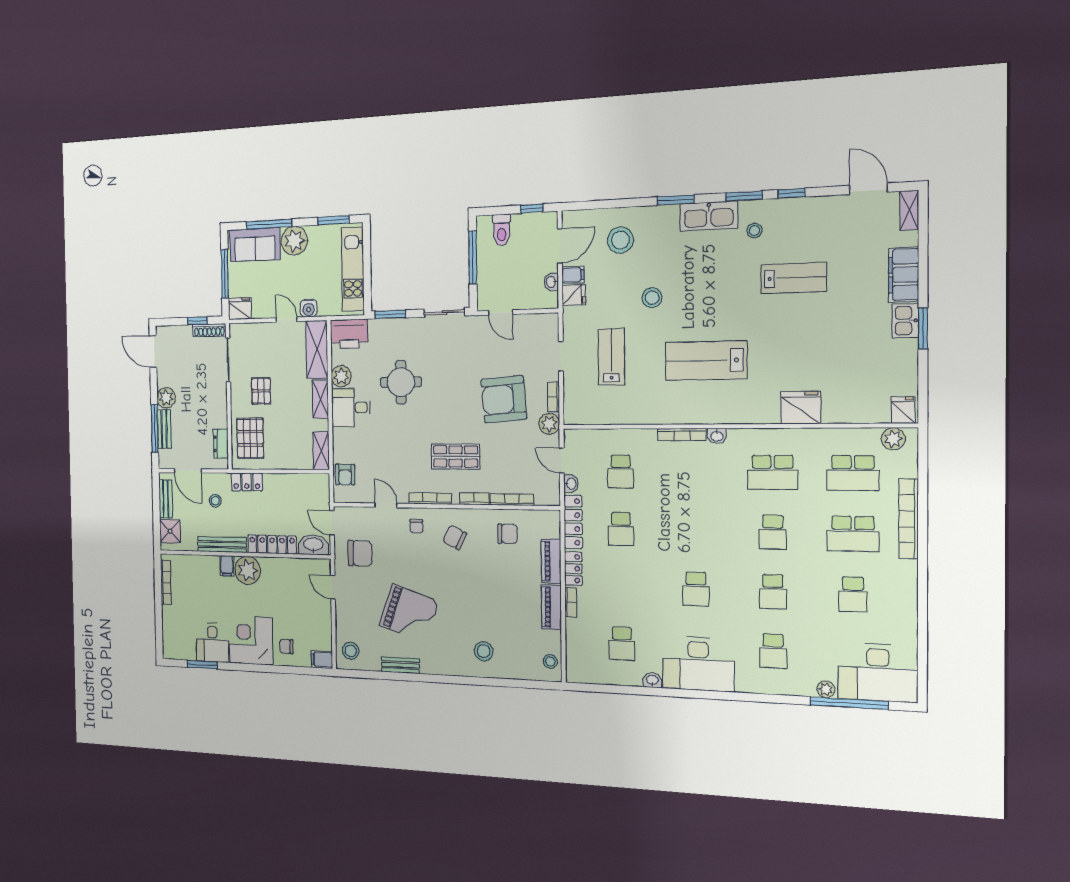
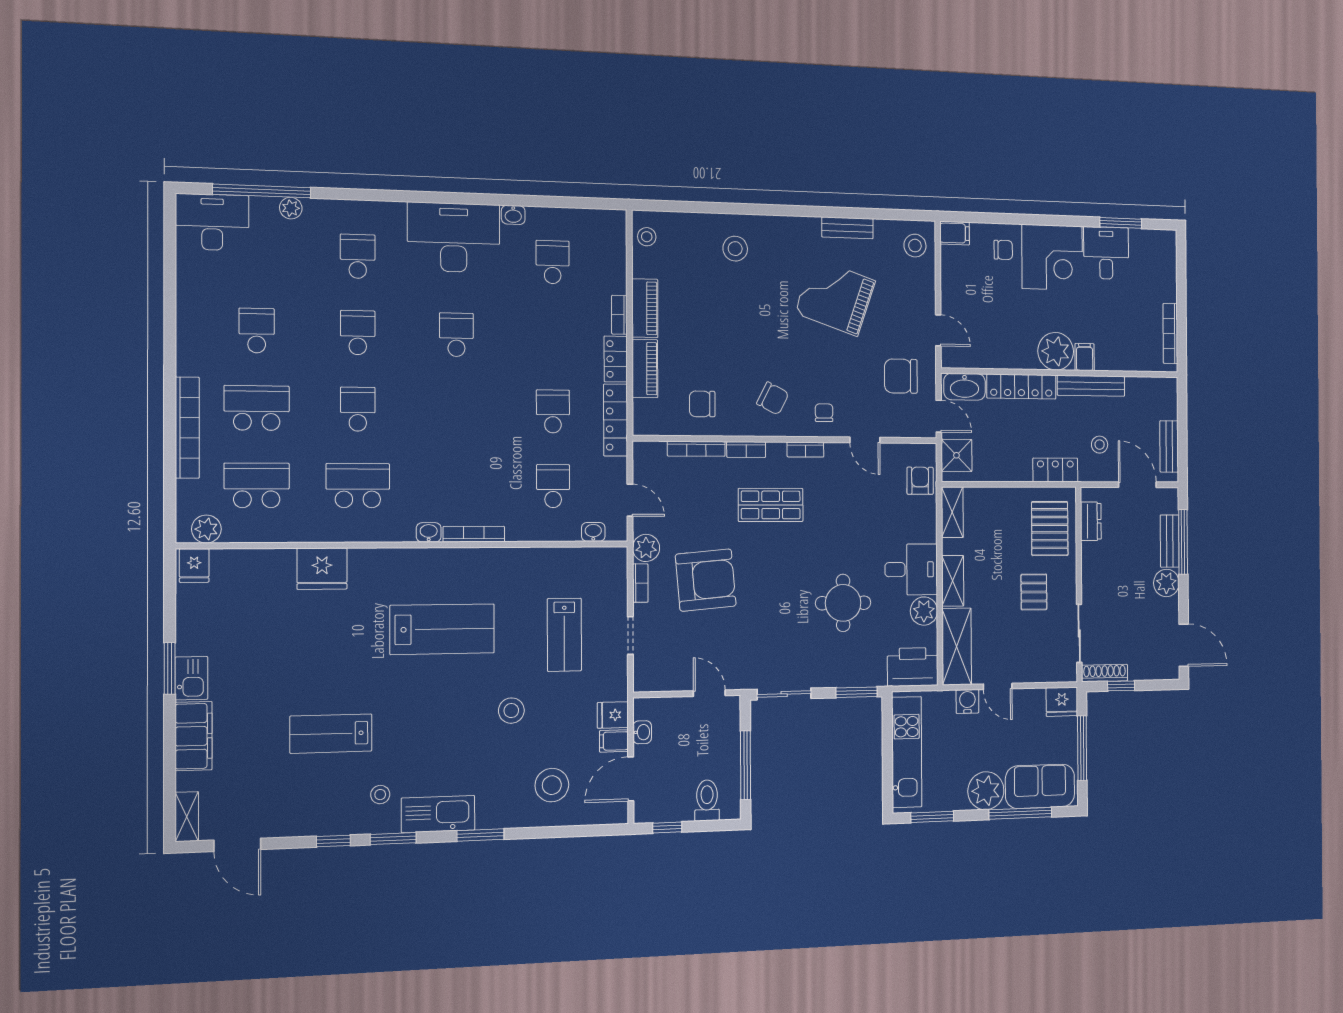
washbasin: (571, 484) -> (593, 532), moved, turned 90
bookcase: (430, 498) -> (805, 450), width x0.64
shower: (170, 531) -> (956, 455), moved
desk: (878, 673) -> (212, 222), width x0.73, depth x0.77

